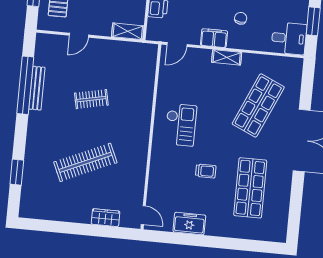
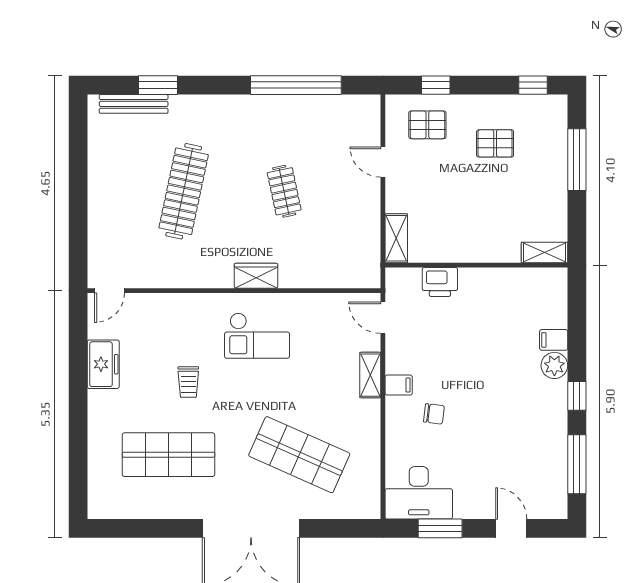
filing cabinet: (214, 38) -> (399, 385), width x0.50
desk: (289, 38) -> (419, 493), width x1.37
shelving: (227, 57) -> (370, 375), moved
bench: (37, 88) -> (134, 104), moved
clothes rail: (85, 162) -> (184, 191), turned 36
wardrobe: (106, 218) -> (256, 276), moved, turned -90

